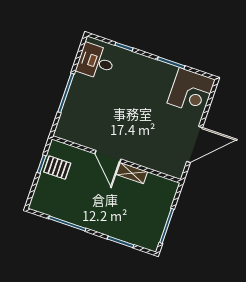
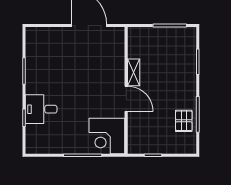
desk: (96, 62) -> (41, 109), moved, turned 90
corner desk: (191, 91) -> (107, 136), moved, turned 180
door: (108, 156) -> (126, 99), hinge flipped
pallet: (57, 168) -> (184, 121), moved

